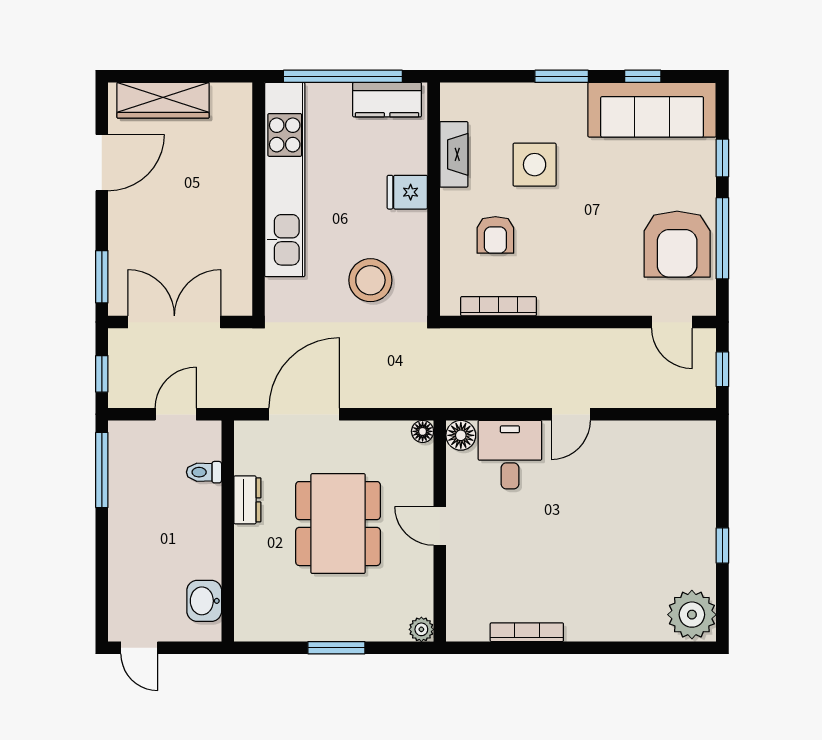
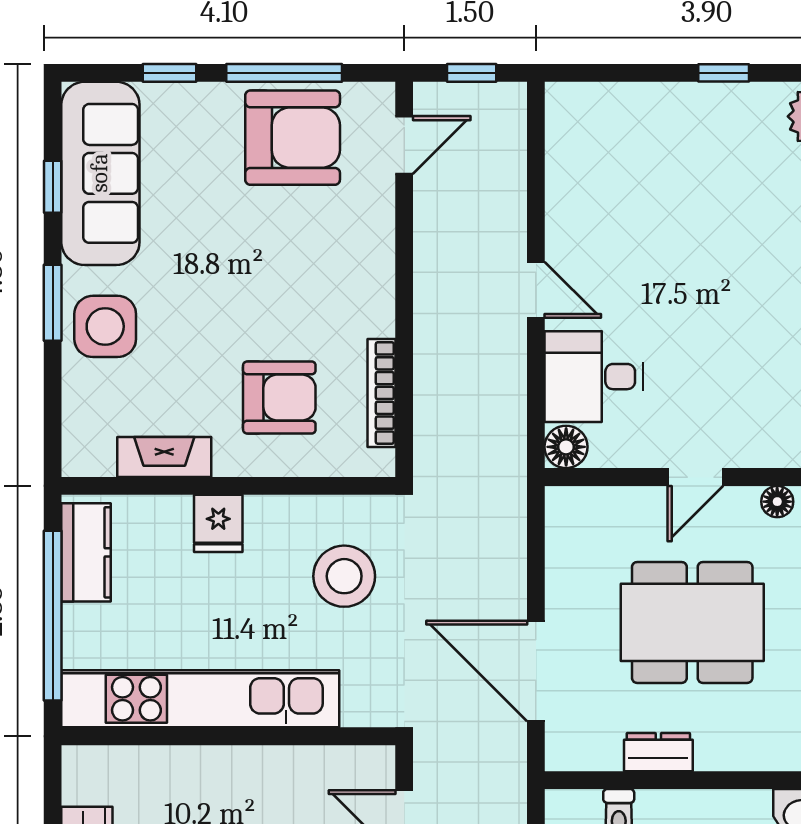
side table: (535, 165) -> (105, 326), moved
armchair: (495, 235) -> (279, 397), width x1.38, depth x1.38
floor lamp: (423, 431) -> (777, 502), moved

